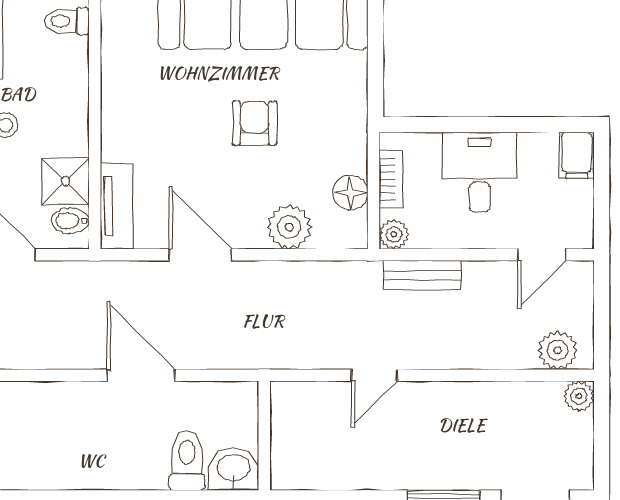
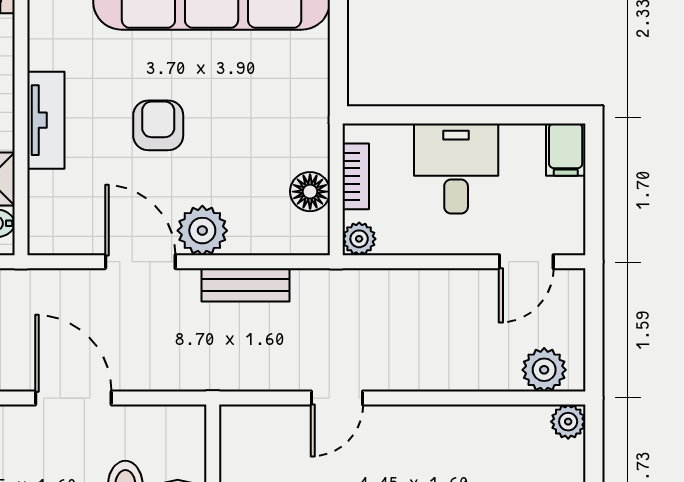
armchair: (254, 123) -> (158, 125), moved
tv unit: (117, 206) -> (46, 120), moved
plant: (289, 227) -> (202, 231), moved
bench: (422, 275) -> (245, 285), moved

